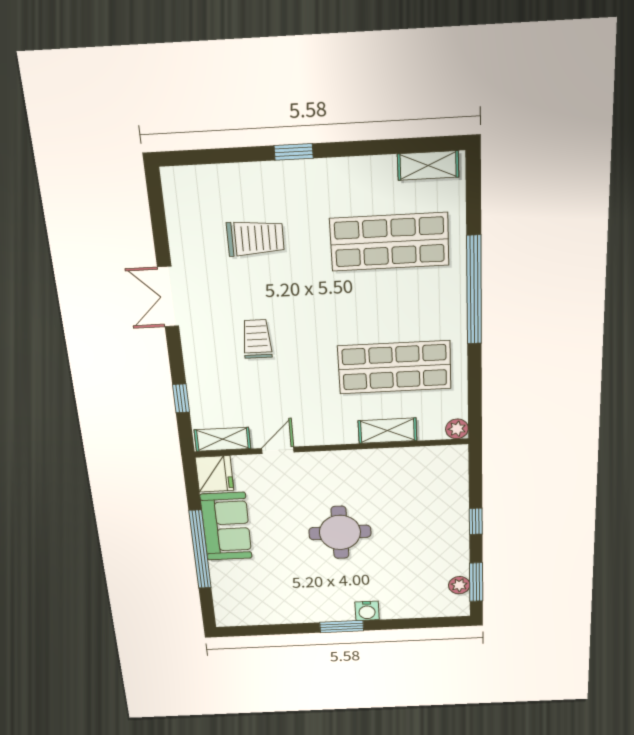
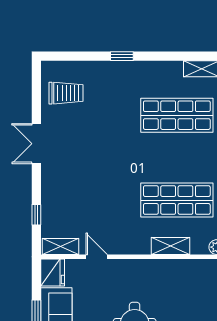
trolley: (255, 238) -> (66, 93), moved
trolley: (257, 339) -> (90, 175), removed
door: (278, 450) -> (97, 257), hinge flipped

